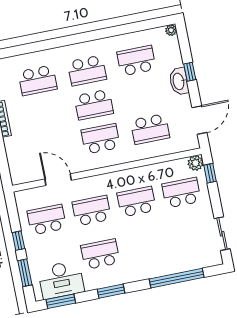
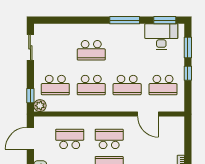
school desk: (101, 139) -> (109, 139), turned 180
school desk: (100, 254) -> (91, 50), moved
window: (177, 278) -> (72, 20), removed
window: (111, 291) -> (125, 20), width x1.44

